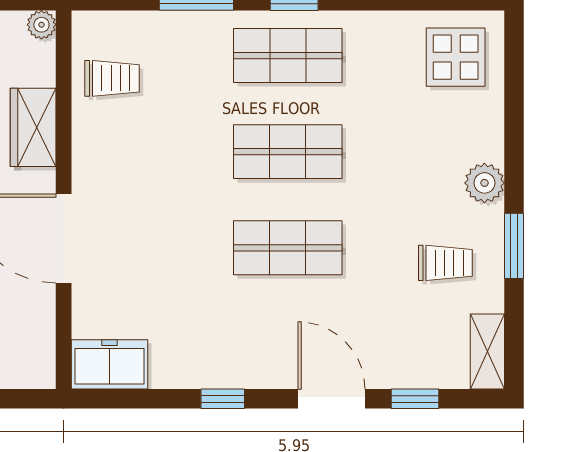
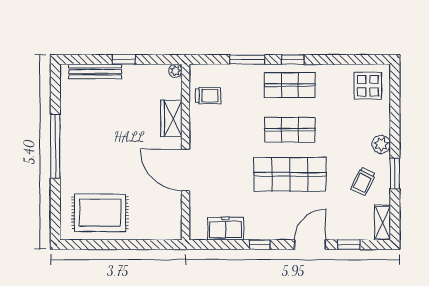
shop shelf: (288, 248) -> (290, 174), width x1.43, depth x1.36
trolley: (445, 263) -> (363, 181), turned 116
freezer: (109, 364) -> (226, 229), moved
door: (331, 399) -> (310, 245), hinge flipped

